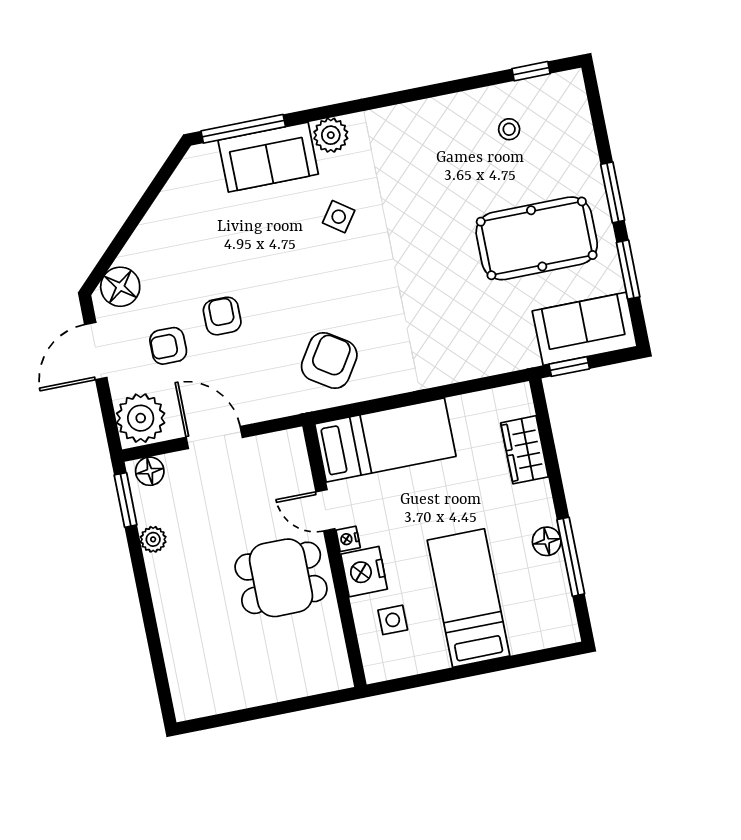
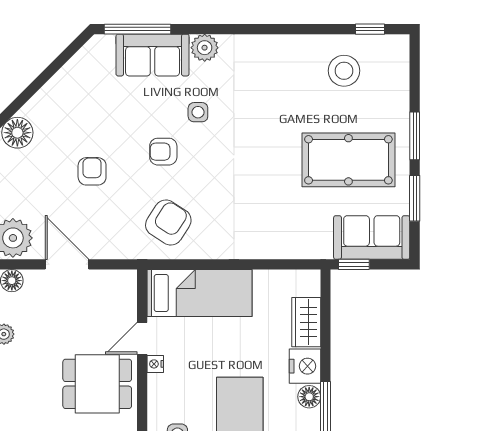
stool: (509, 129) -> (344, 71), width x1.89, depth x1.89
side table: (339, 217) -> (198, 112), turned -35
armchair: (168, 346) -> (163, 152), moved
door: (325, 510) -> (142, 338), hinge flipped
nightstand: (364, 572) -> (305, 366), moved, turned 180

